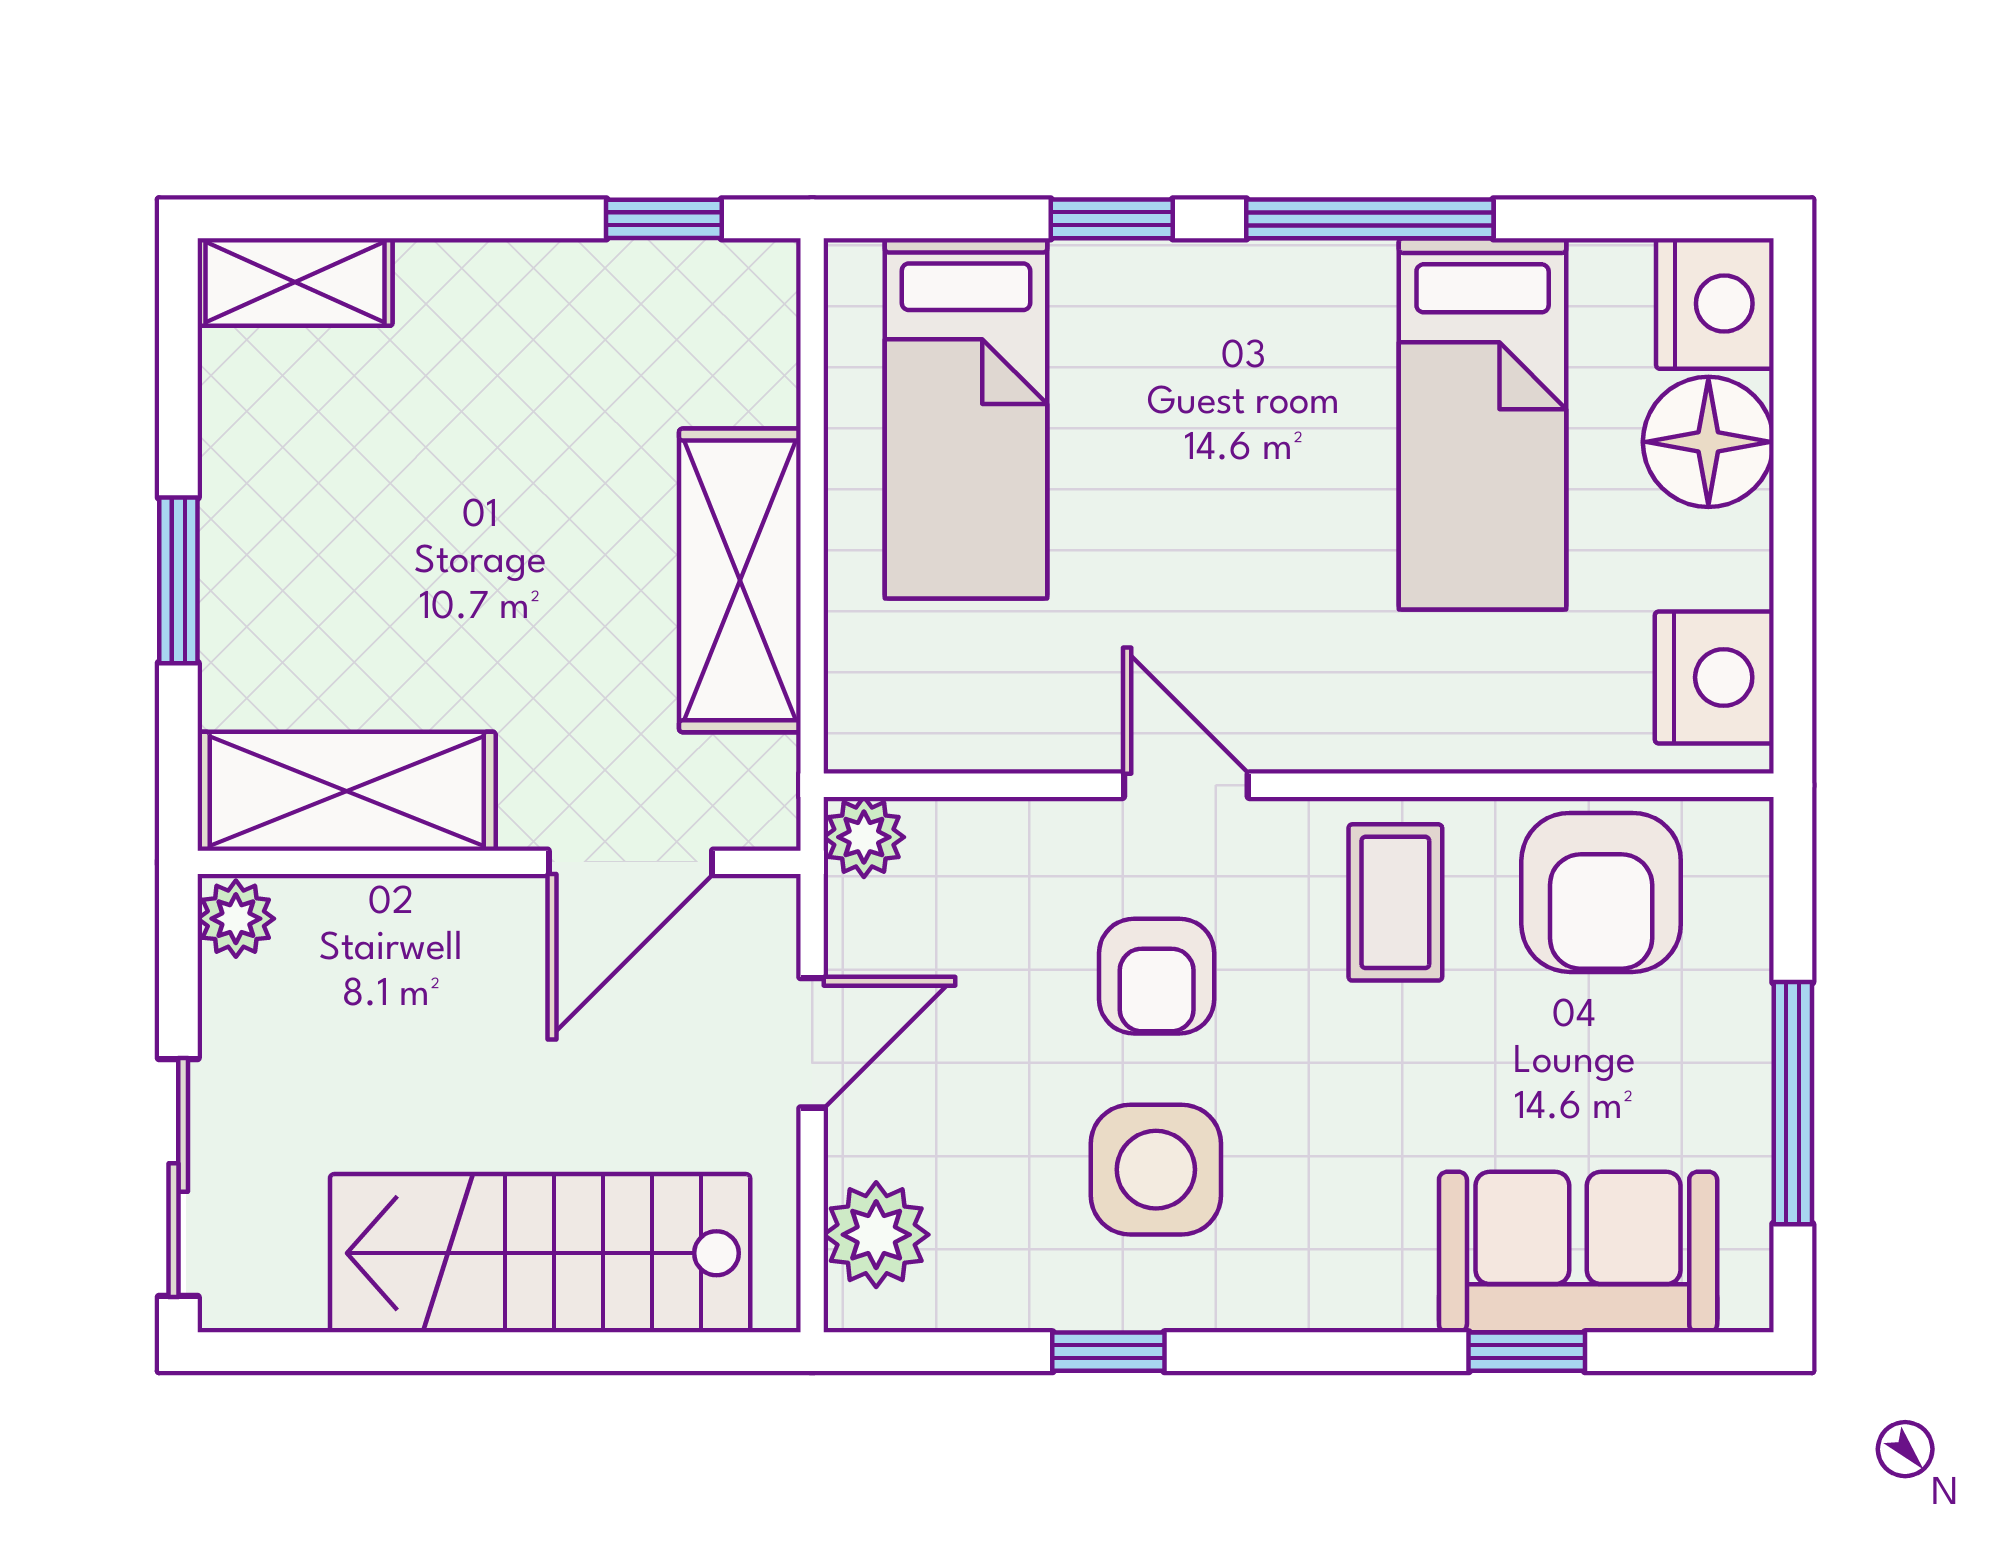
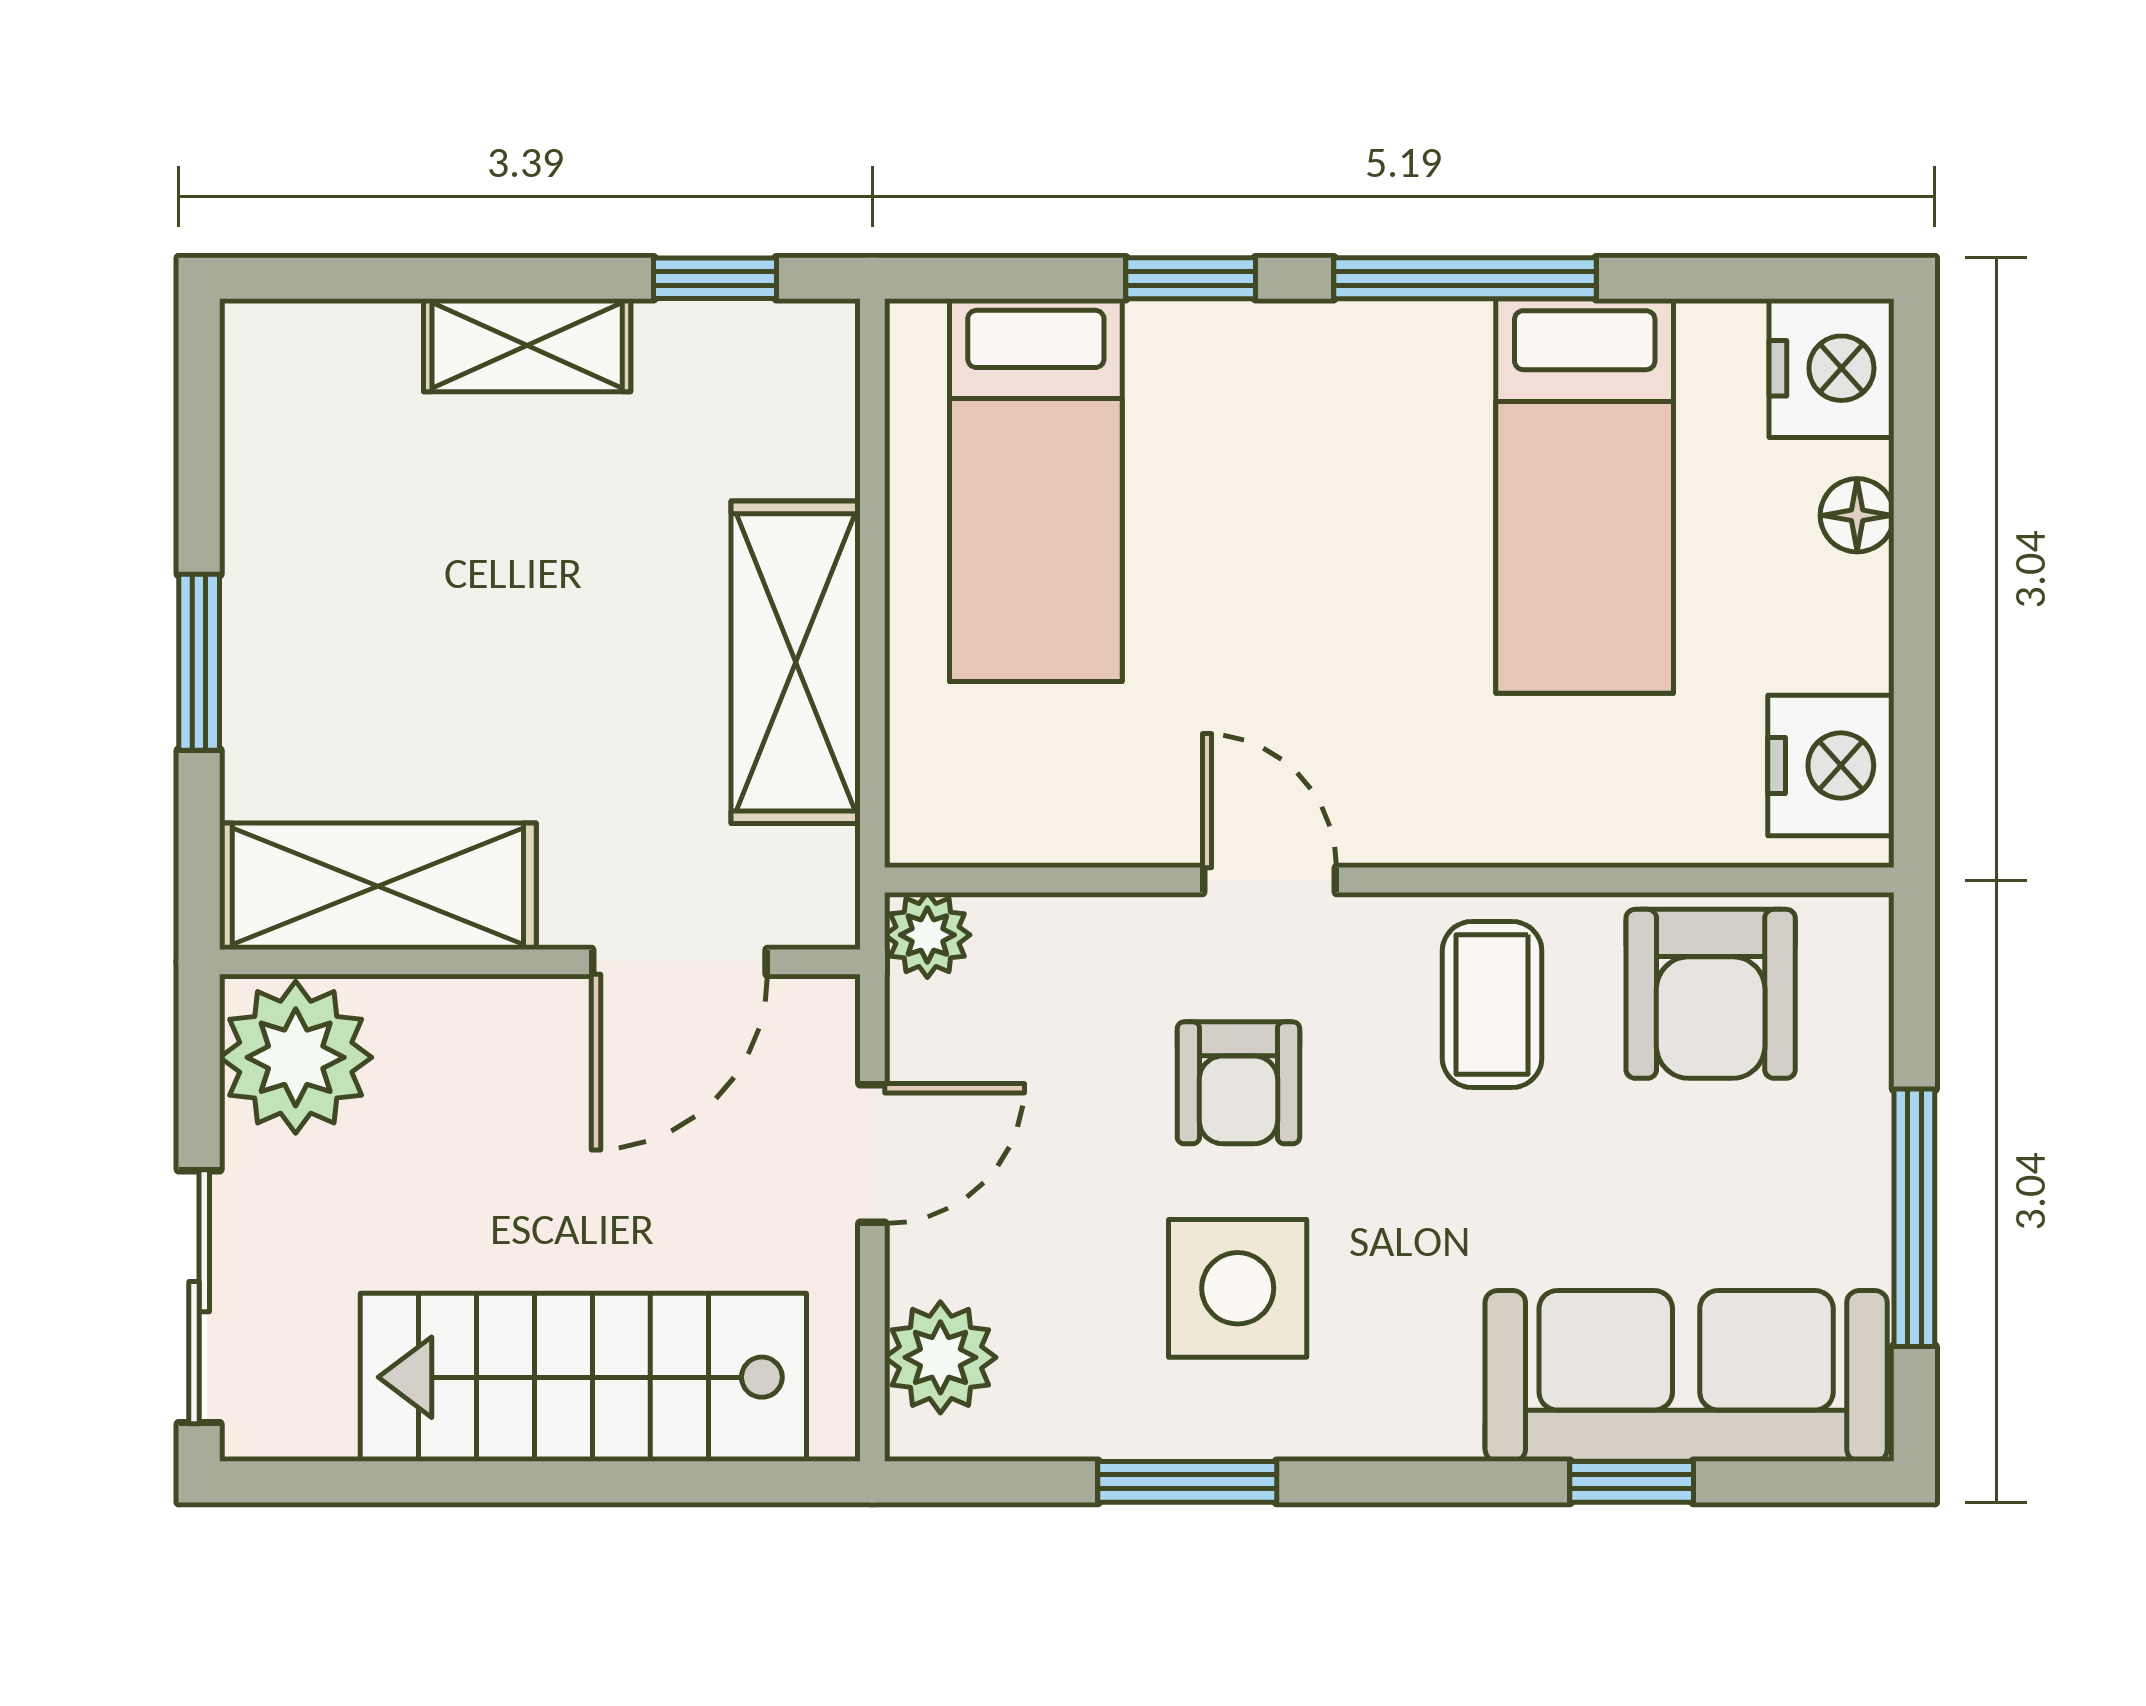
shelving: (295, 282) -> (527, 345), moved
floor lamp: (1708, 442) -> (1857, 515), width x0.53, depth x0.53
plant: (236, 919) -> (296, 1057), width x1.87, depth x1.87
sofa: (1578, 1252) -> (1686, 1376), width x1.36
window: (1108, 1352) -> (1187, 1482), width x1.50

